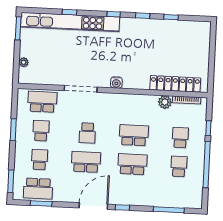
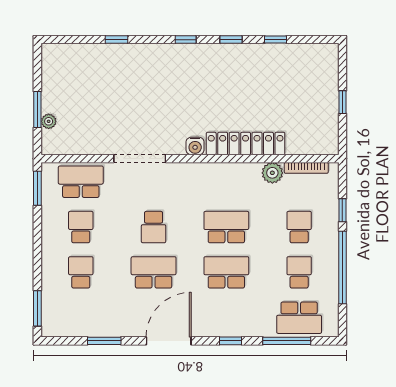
kitchen unit: (70, 22) -> (118, 55), removed
window: (18, 28) -> (37, 110), moved
window: (212, 59) -> (342, 102), added
locker: (175, 84) -> (246, 144), moved
window: (13, 130) -> (37, 188), moved
school desk: (38, 189) -> (299, 318), moved
window: (41, 204) -> (104, 341), moved
window: (122, 207) -> (231, 341), moved

